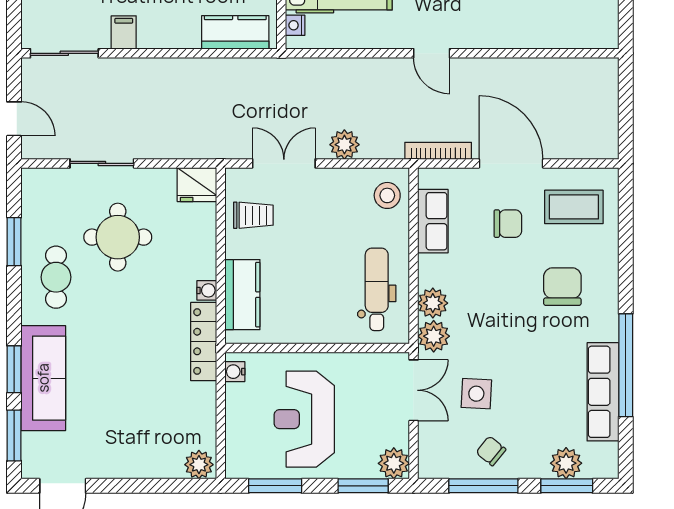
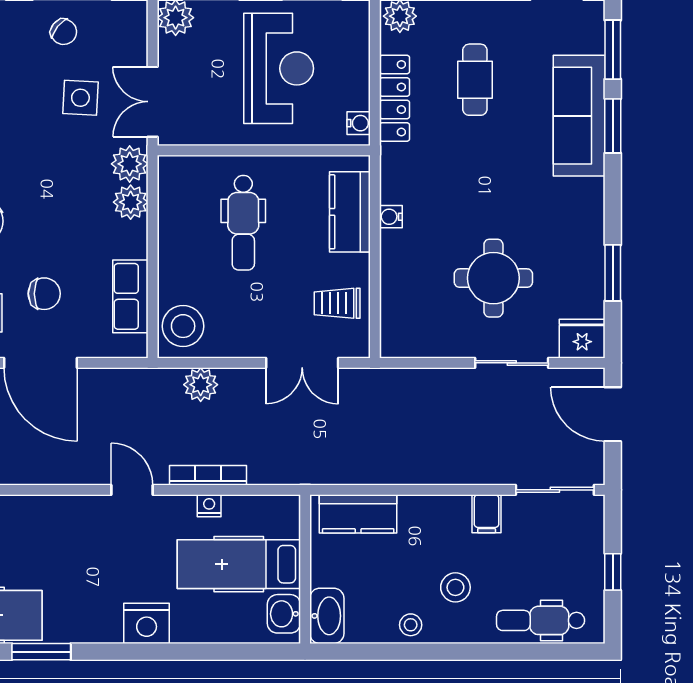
nightstand: (295, 25) -> (209, 506), moved, turned -90
door: (14, 119) -> (613, 414), width x1.38
plant: (344, 145) -> (201, 385), moved
bookcase: (438, 151) -> (208, 475), moved, turned 180
fridge: (197, 185) -> (582, 339), moved
stool: (387, 195) -> (183, 326), width x1.38, depth x1.38
chair: (508, 224) -> (44, 294), turned 180
cafe table: (56, 277) -> (475, 80), moved
dental chair: (377, 289) -> (243, 223), moved
locker: (204, 342) -> (394, 98), moved

